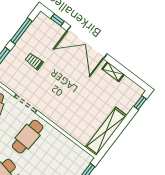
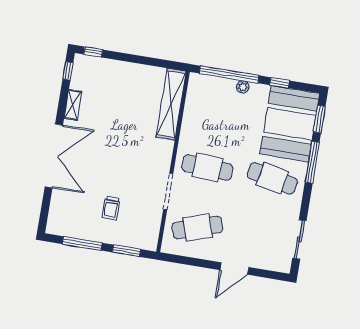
window: (57, 20) -> (68, 71), moved
shelving: (106, 131) -> (171, 104), moved, turned 90

